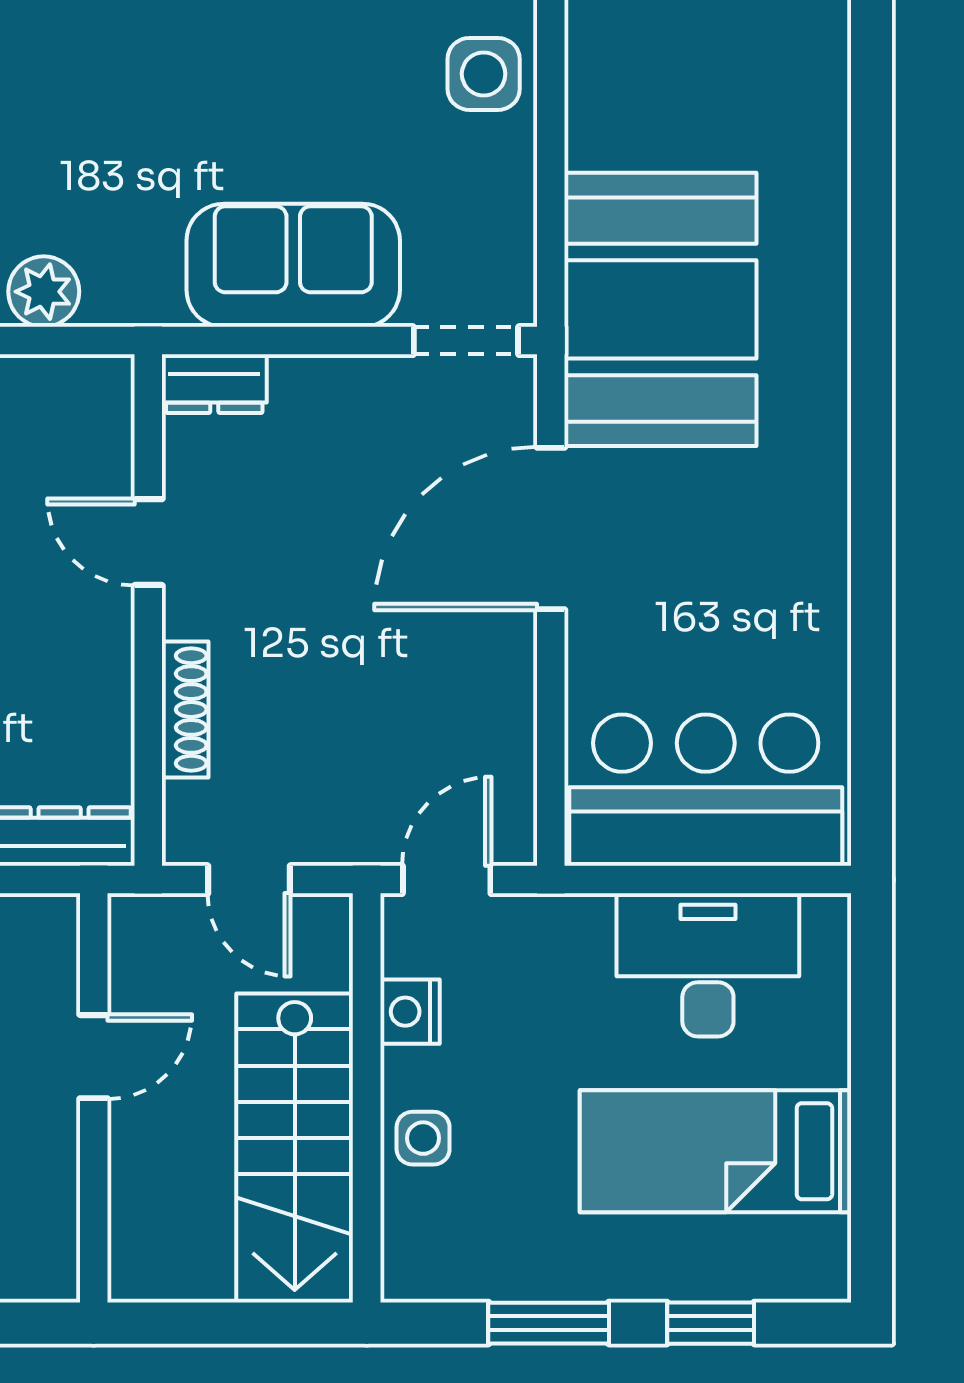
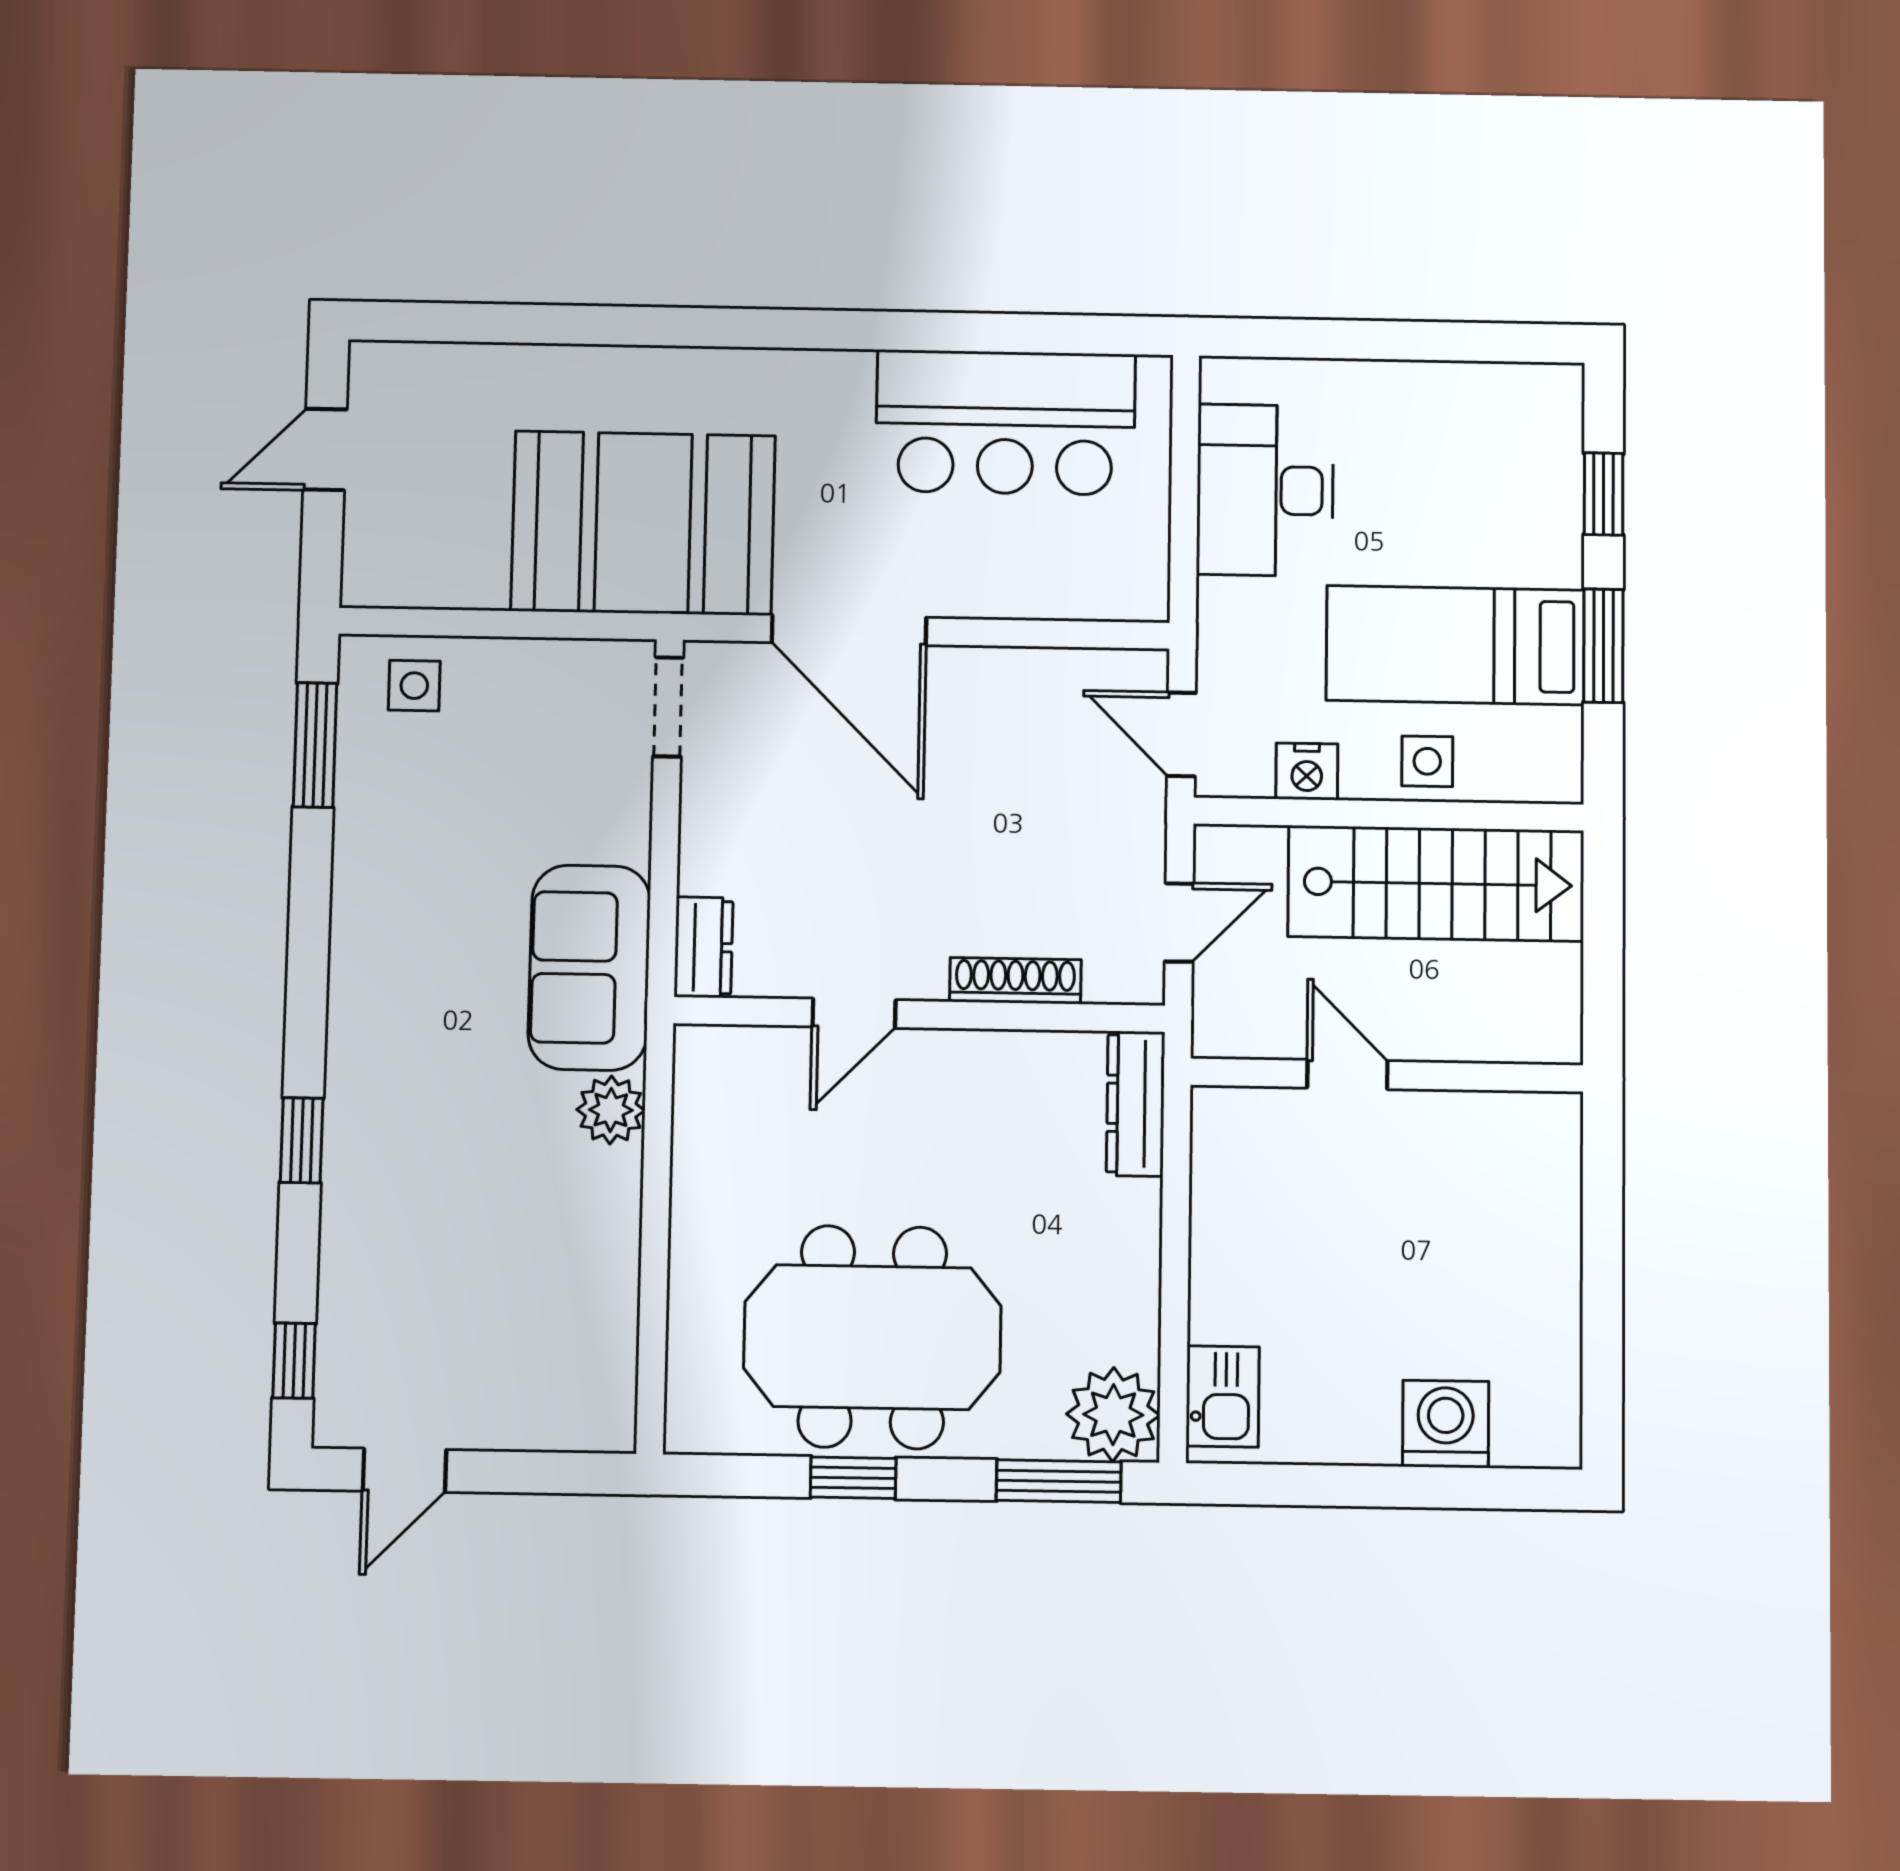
side table: (484, 74) -> (414, 686), width x0.73, depth x0.73
sofa: (293, 265) -> (589, 968), moved
bar counter: (706, 790) -> (1006, 422), moved, turned -90
bed: (715, 1151) -> (1455, 645), moved, turned 90

